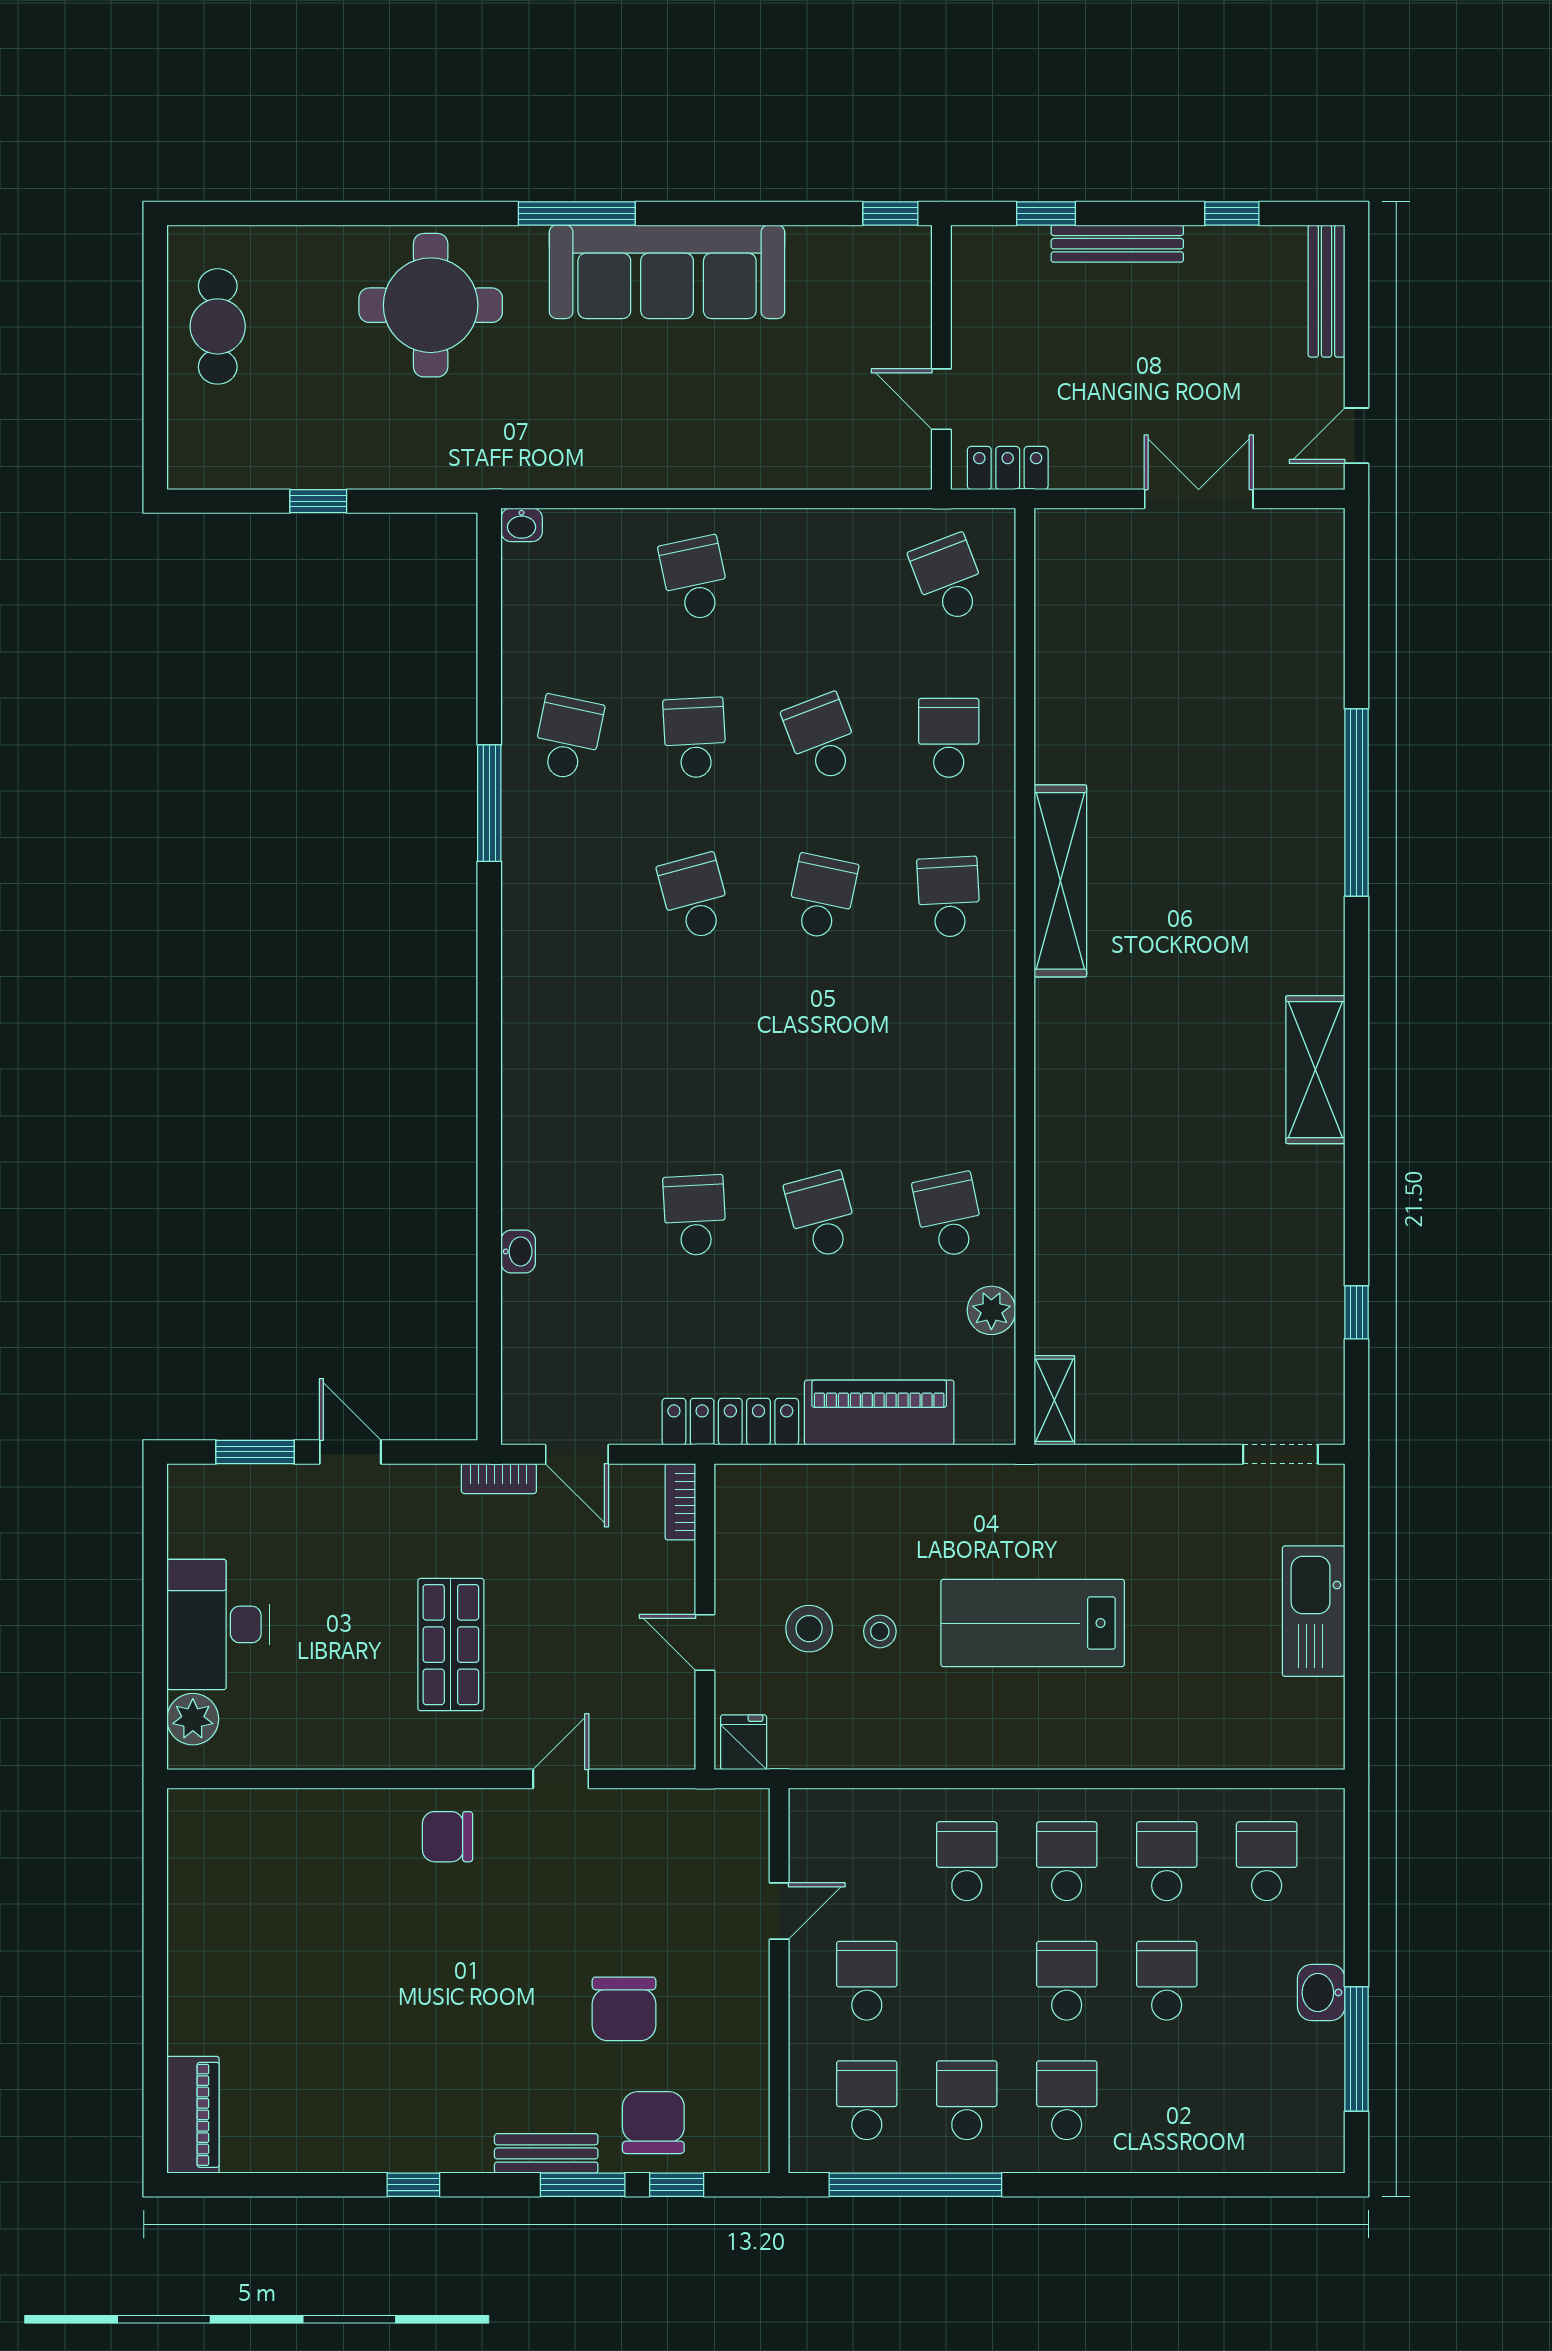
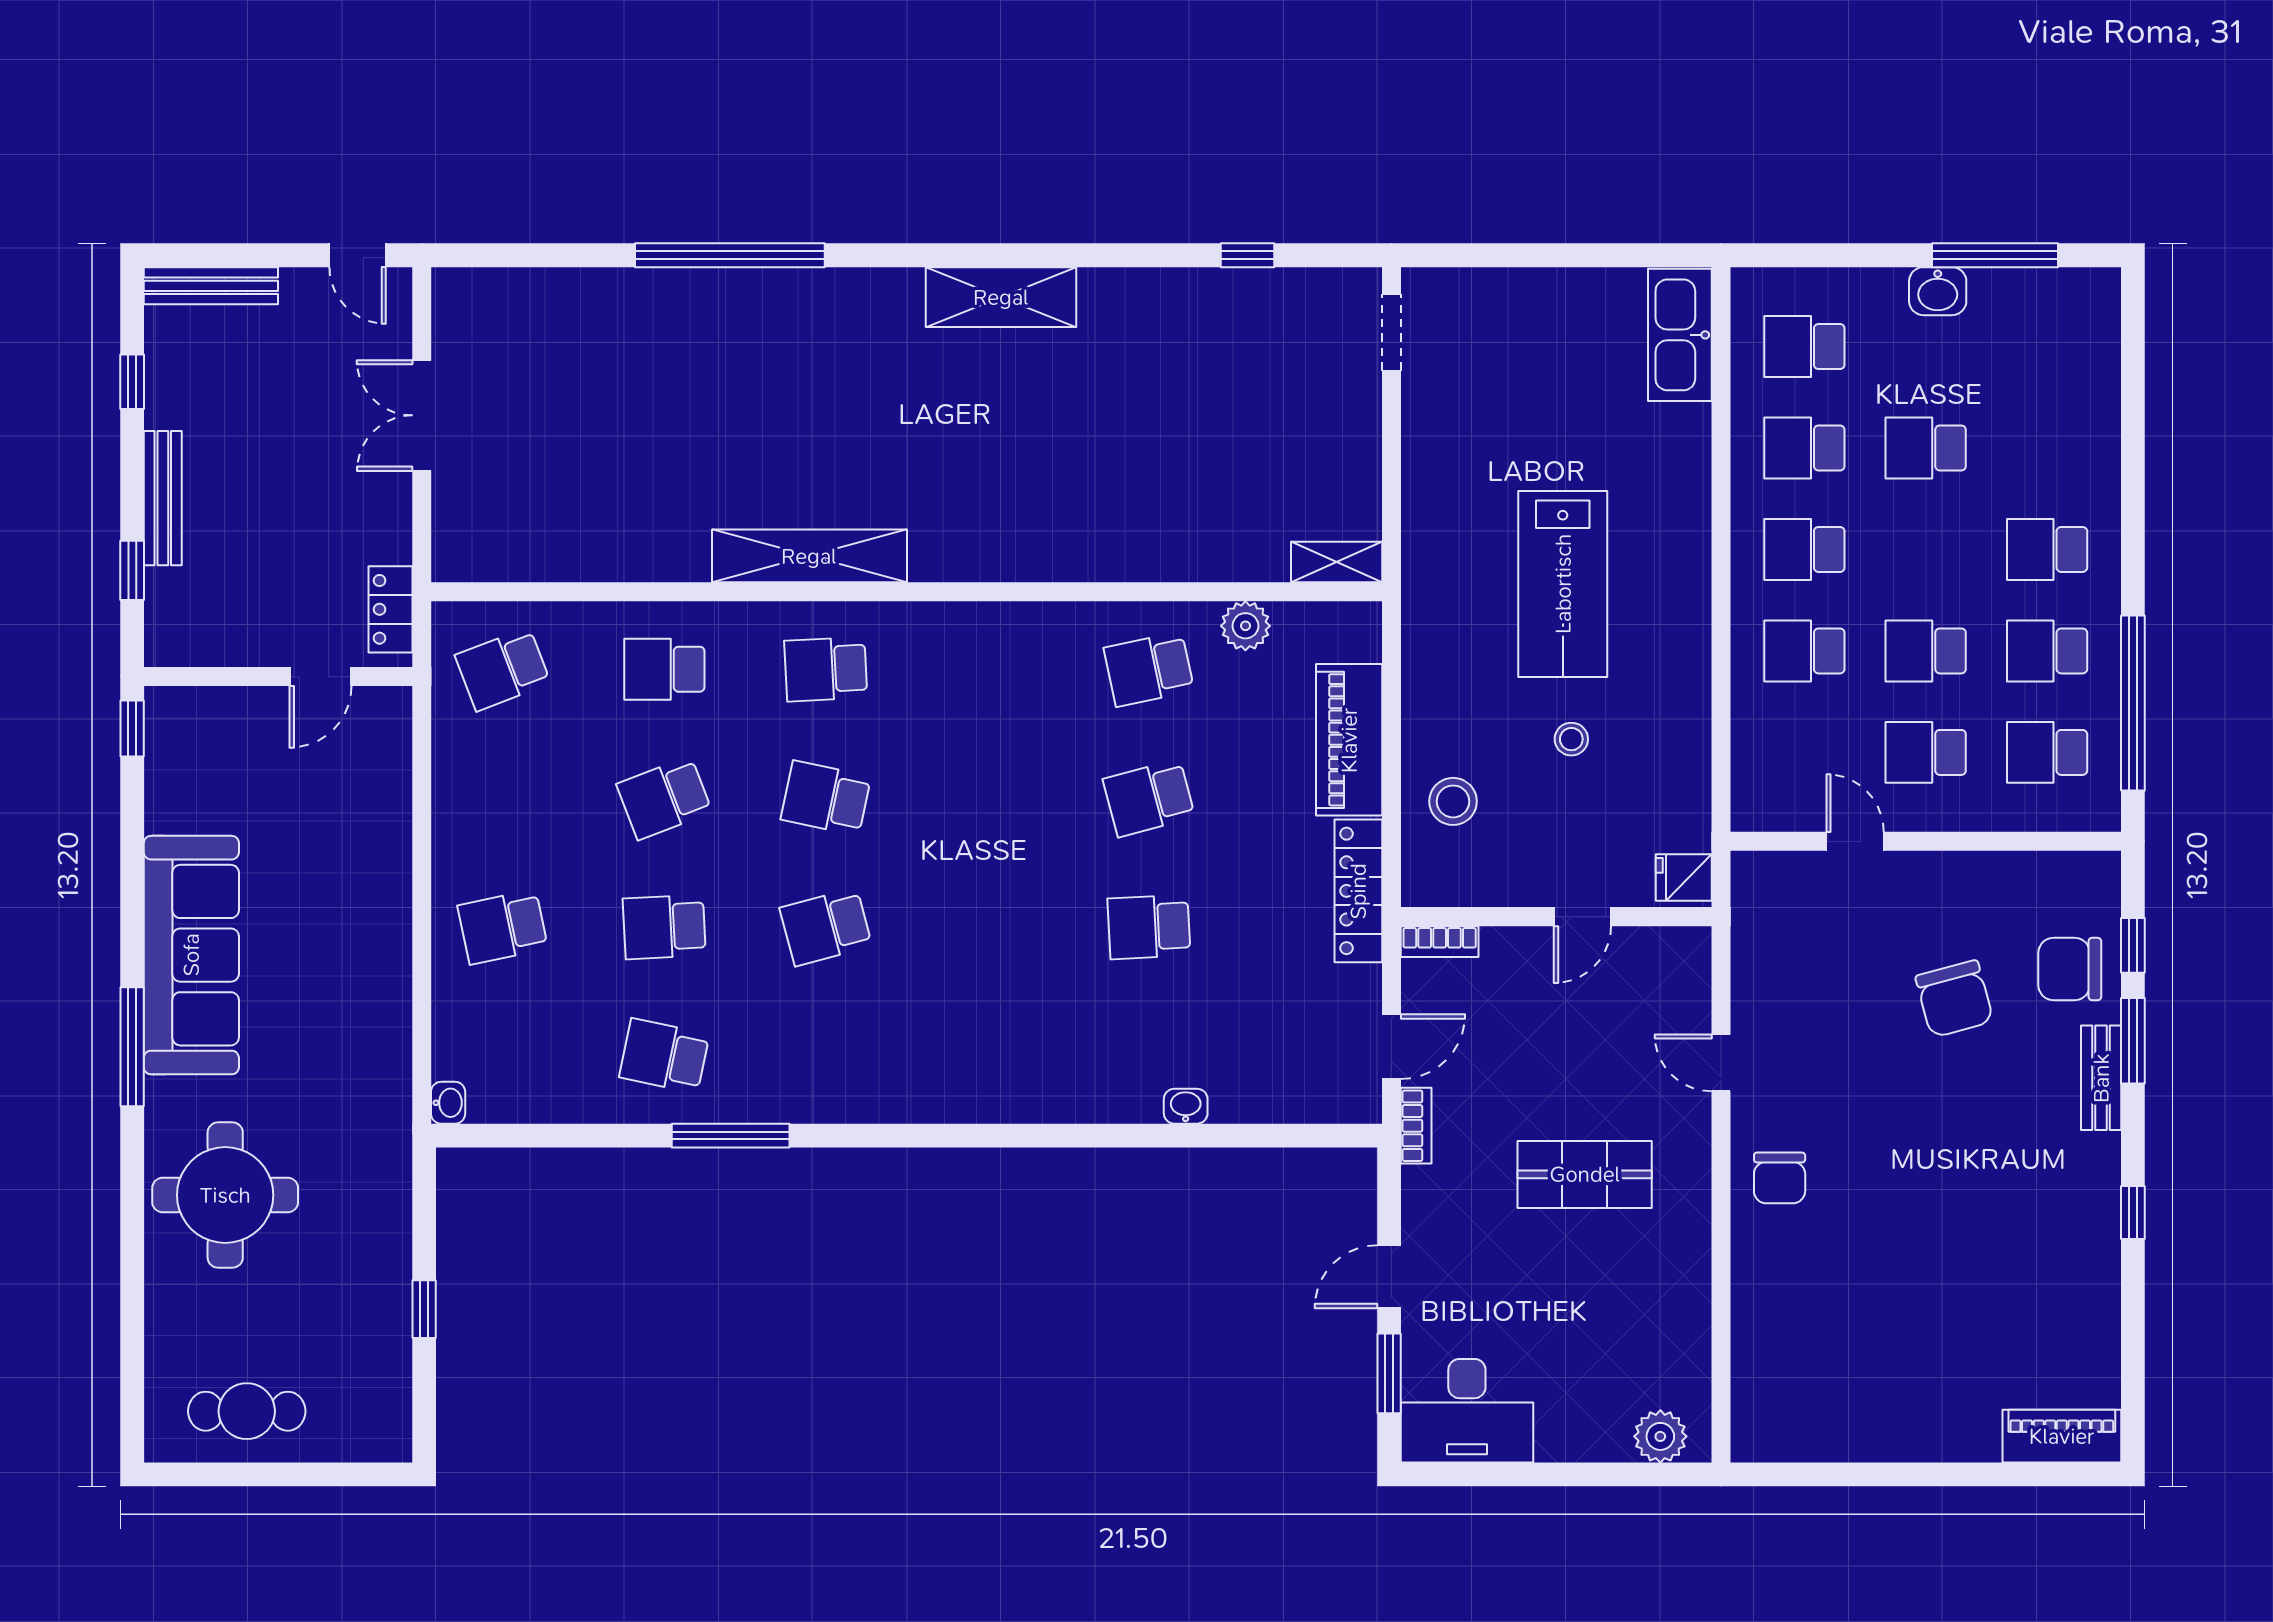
kitchen sink: (1314, 1611) -> (1680, 335), moved, turned 90
desk: (218, 1624) -> (1467, 1411), moved
stool: (809, 1629) -> (1453, 801), moved
school desk: (1067, 1981) -> (1926, 651), moved
chair: (624, 2009) -> (1954, 999), turned 75

